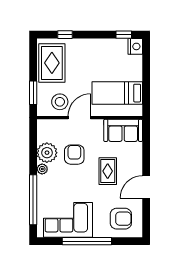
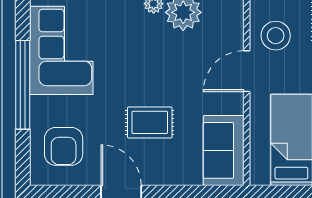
door: (79, 118) -> (247, 71), swing flipped
armchair: (74, 155) -> (180, 62), removed

